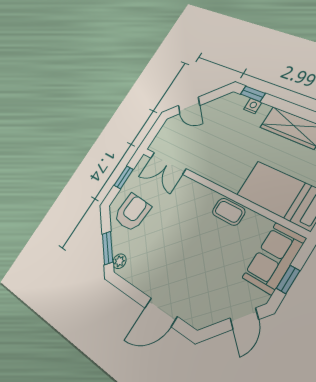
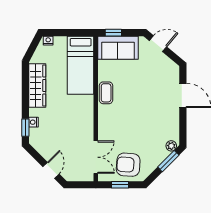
armchair: (132, 212) -> (128, 165), moved
window: (288, 280) -> (113, 33), moved

